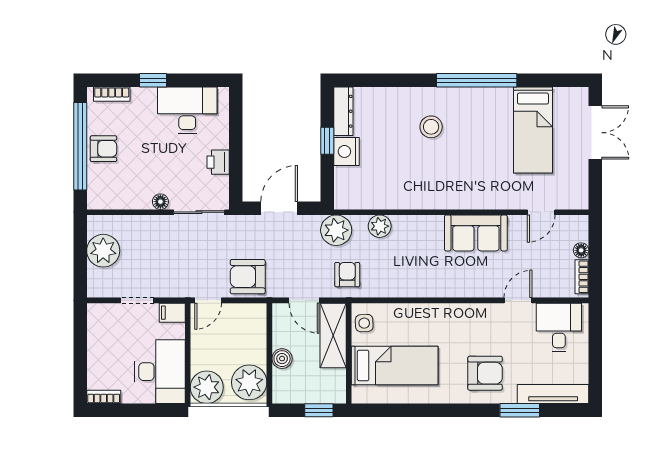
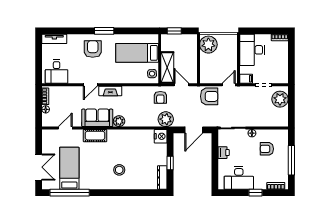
window: (477, 80) -> (70, 193), moved
double door: (595, 133) -> (39, 167), swing flipped
window: (80, 146) -> (291, 160), width x0.68
armchair: (103, 149) -> (267, 149), moved
nightstand: (346, 151) -> (161, 136), moved
cot: (480, 197) -> (95, 136), added
plant: (380, 226) -> (119, 121), moved
plant: (103, 251) -> (280, 99), moved
fireplace: (449, 288) -> (110, 91), added
door: (518, 300) -> (90, 85), moved
boiler: (282, 359) -> (192, 56), removed
armchair: (485, 373) -> (93, 49), turned 90
plant: (207, 387) -> (229, 42), removed
tv unit: (553, 394) -> (54, 39), width x0.71
window: (520, 410) -> (104, 31), moved

